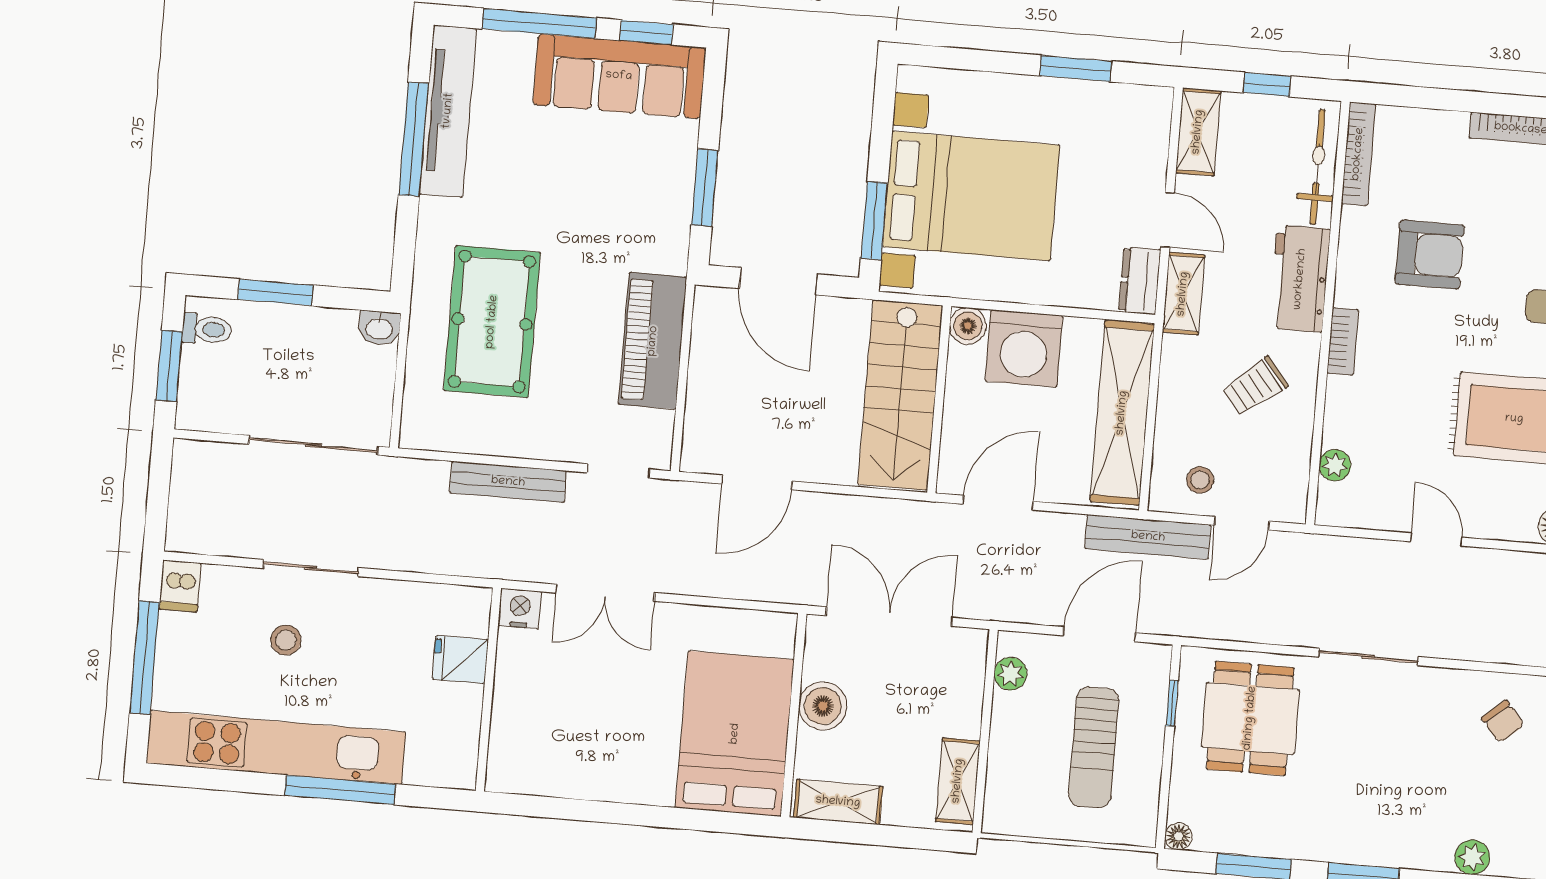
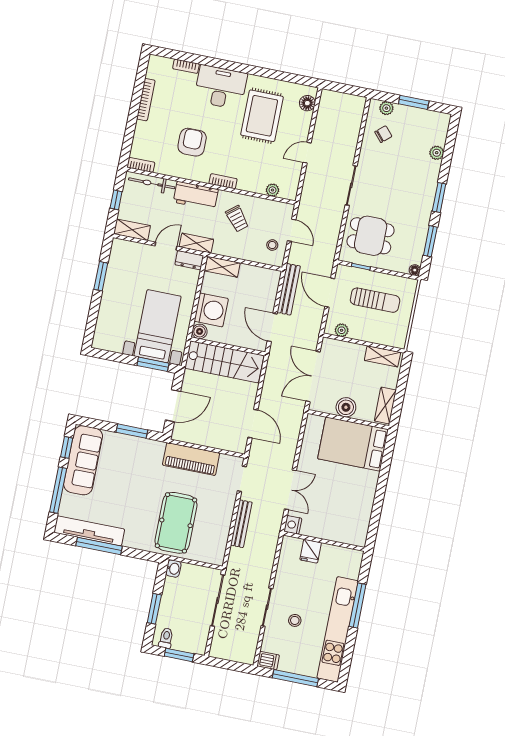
bookcase: (1358, 154) -> (141, 165), width x0.64
bed with nightstands: (971, 196) -> (158, 326), width x0.73
pool table: (492, 322) -> (176, 523), turned 90
shelving: (1122, 413) -> (222, 267), width x0.45, depth x0.75
bench: (1148, 537) -> (289, 289), moved

